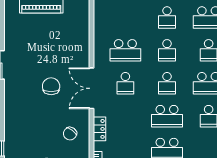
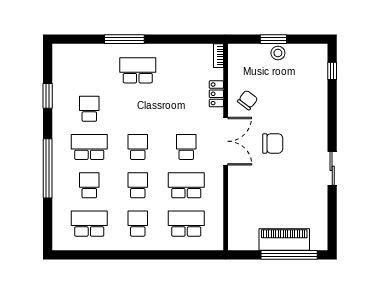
chair: (51, 86) -> (273, 143), turned -90
school desk: (167, 116) -> (186, 224), moved
chair: (70, 134) -> (248, 100), moved

